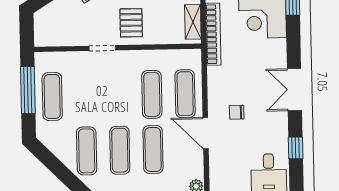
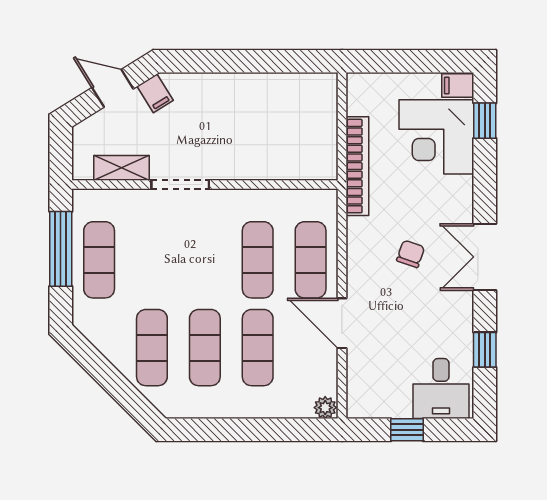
shelving: (193, 22) -> (122, 168), moved, turned 90
pallet: (131, 23) -> (227, 145), removed
doorway: (102, 48) -> (180, 185), width x1.38
chair: (237, 112) -> (411, 254), moved, turned 109

